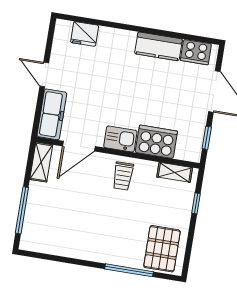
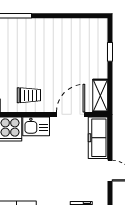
trolley: (123, 176) -> (29, 95), turned 90
window: (22, 210) -> (110, 52), width x0.46

